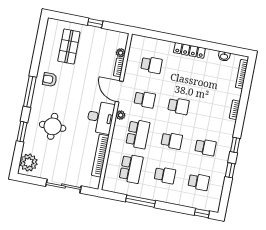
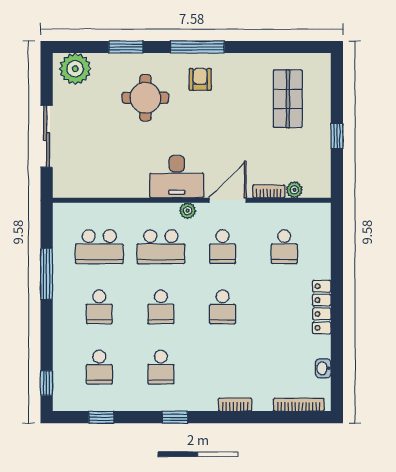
shop shelf: (69, 47) -> (288, 99), turned 90
armchair: (50, 80) -> (200, 79), moved
bookcase: (100, 156) -> (111, 189), removed
window: (230, 170) -> (101, 417), moved

